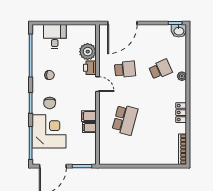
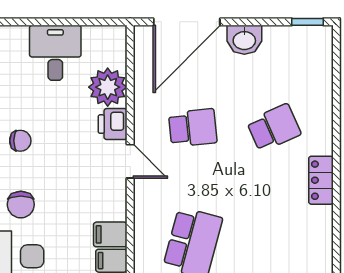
washbasin: (179, 31) -> (244, 40), moved
desk: (55, 37) -> (55, 53), moved
plant: (182, 76) -> (323, 143), removed
locker: (181, 113) -> (321, 180), moved

